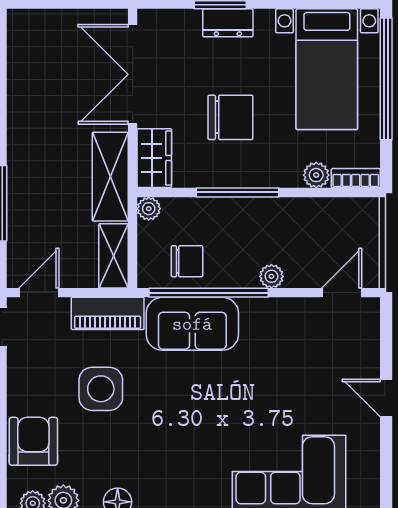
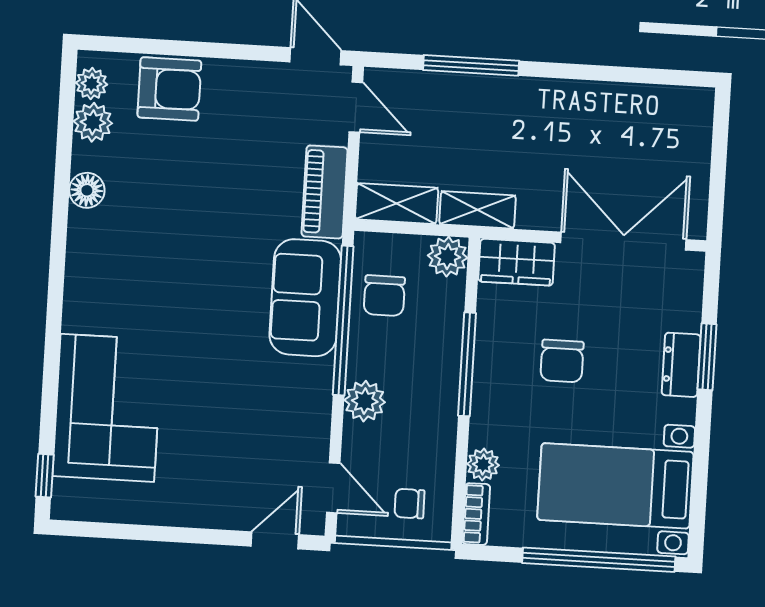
chair: (230, 117) -> (562, 361), width x0.73, depth x0.73
shelving: (110, 177) -> (478, 210), width x0.67, depth x0.75
plant: (149, 209) -> (448, 257), width x1.38, depth x1.38
chair: (351, 232) -> (409, 504), added
plant: (271, 276) -> (365, 401), width x1.38, depth x1.38
side table: (101, 389) -> (230, 178), removed
door: (386, 398) -> (275, 540), moved

